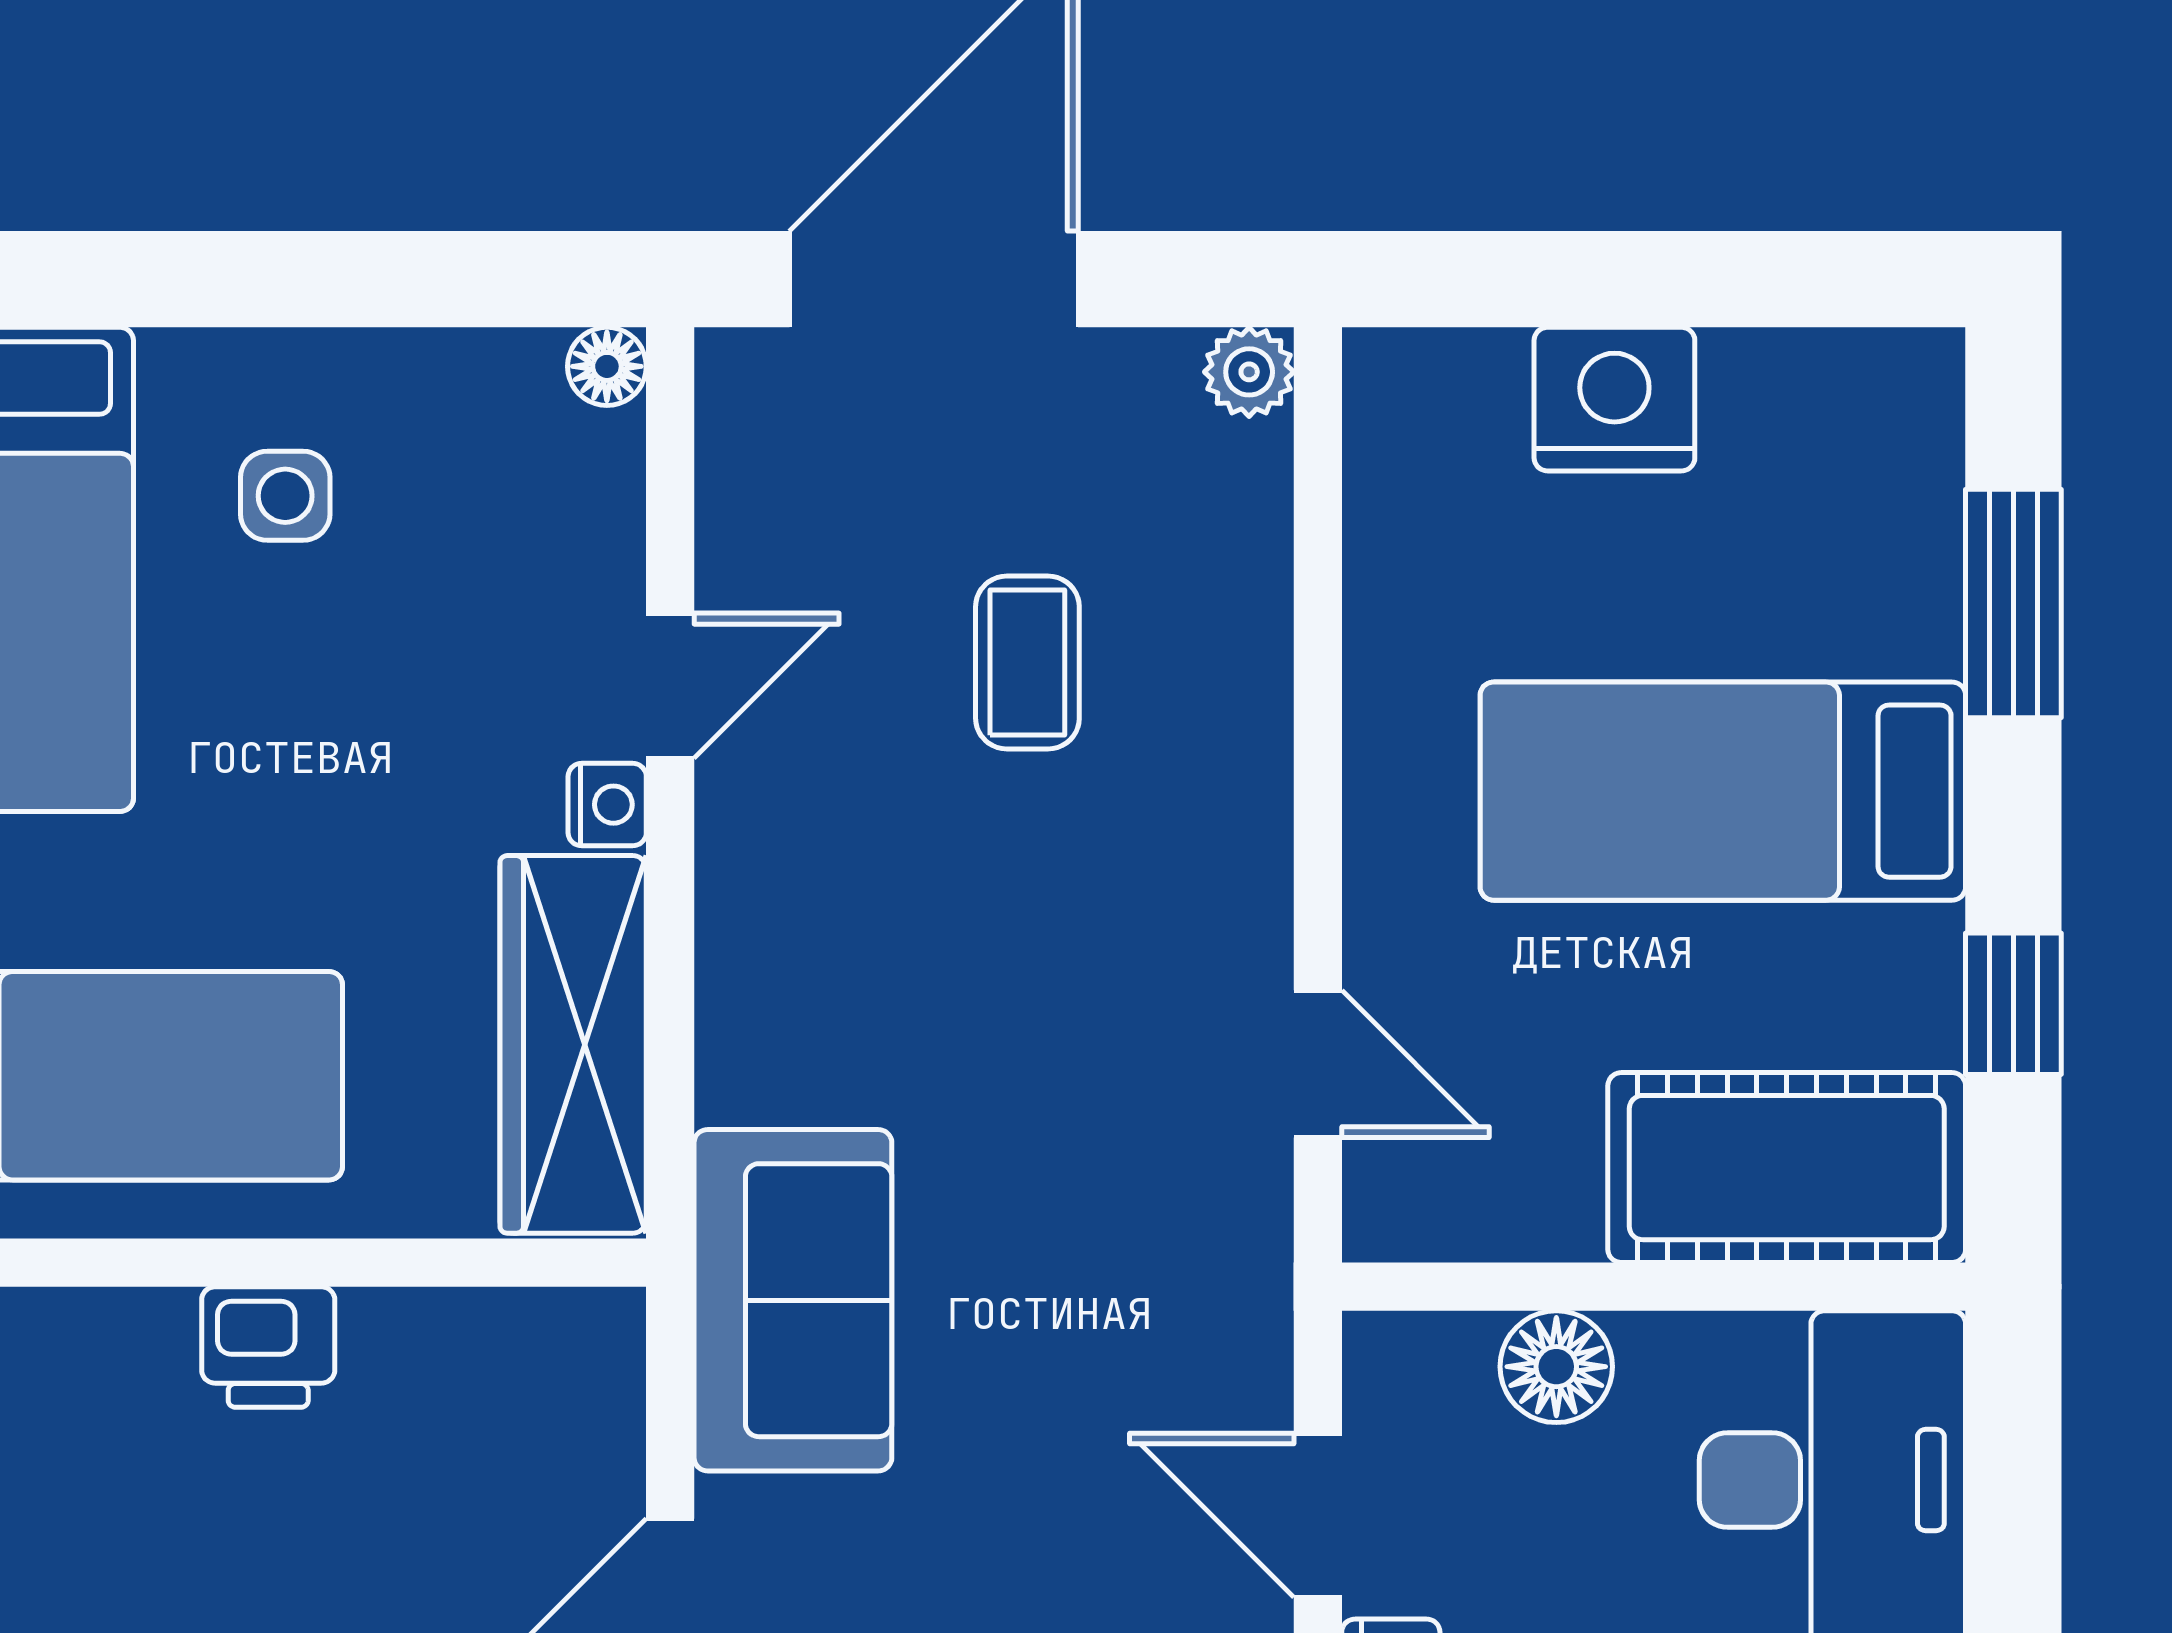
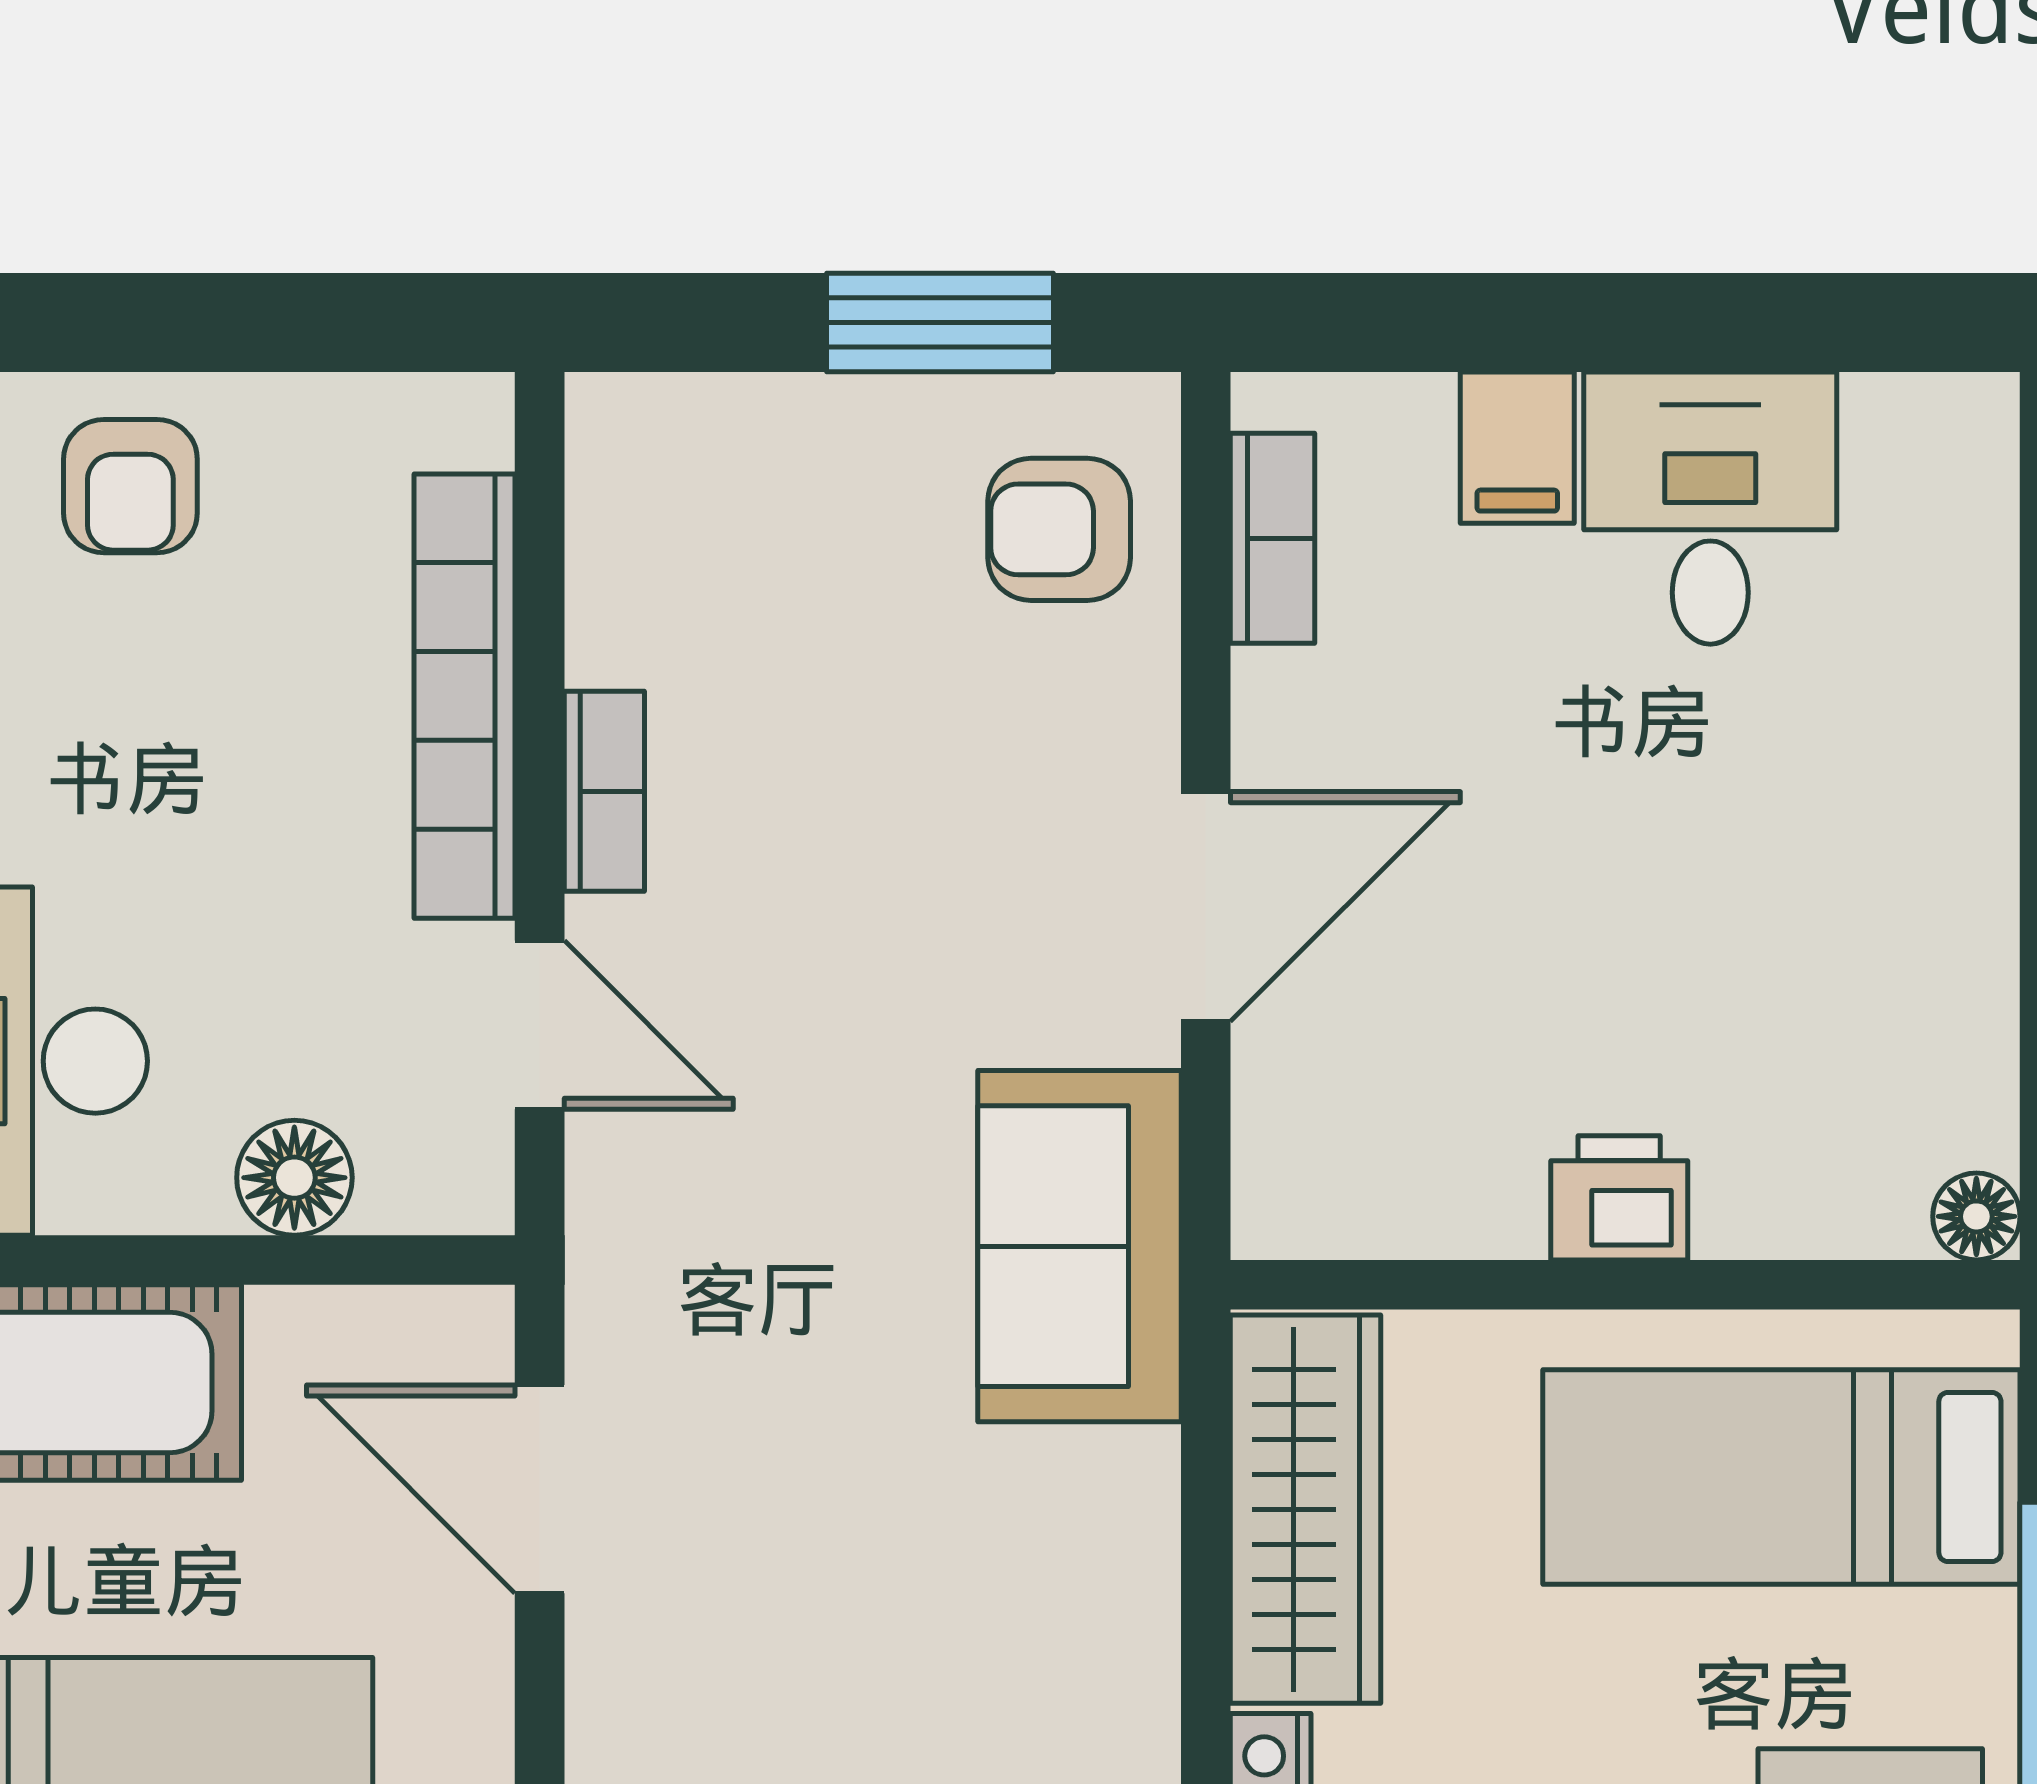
door: (1318, 1064) -> (540, 1489), width x1.38

